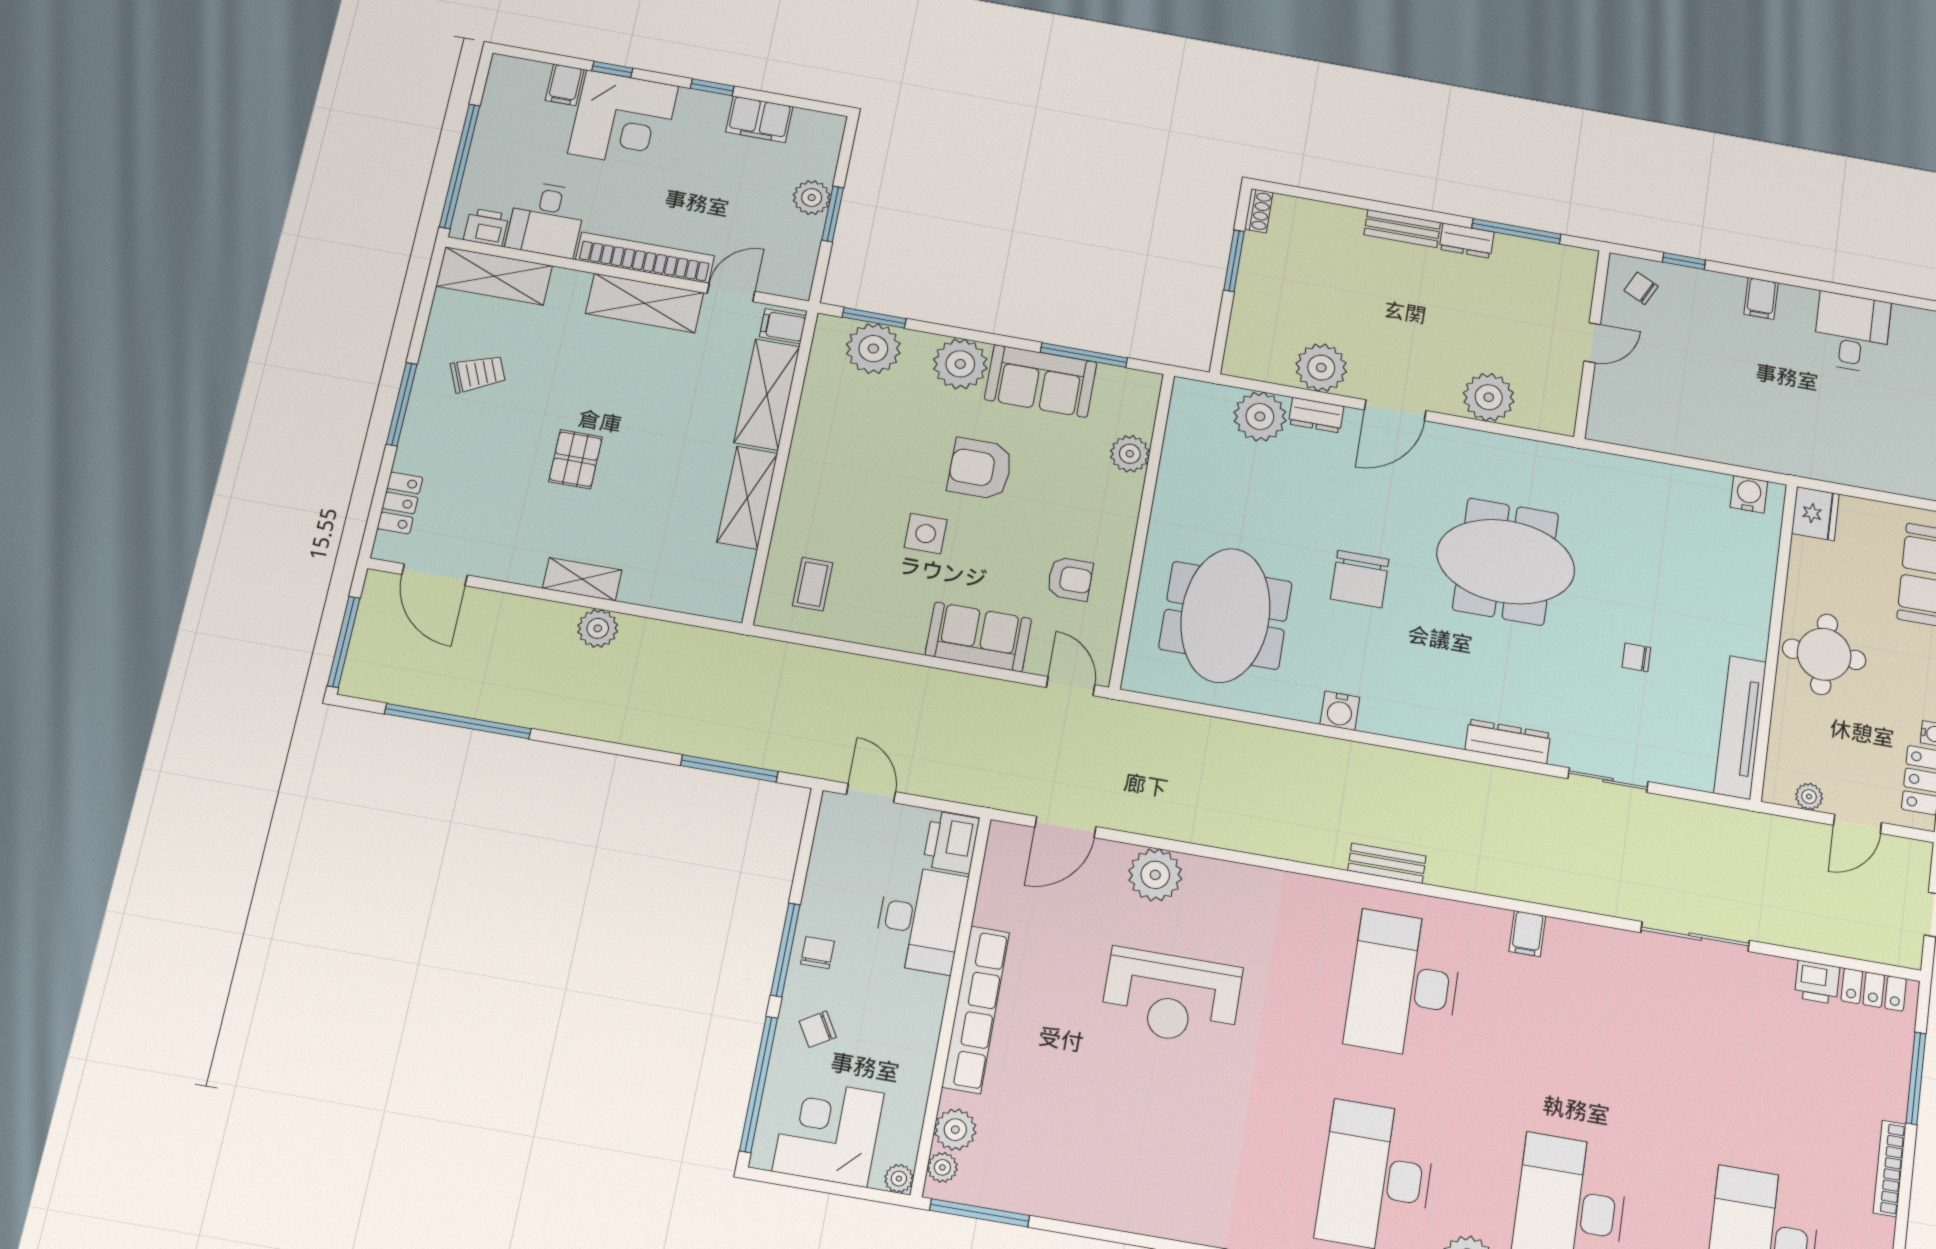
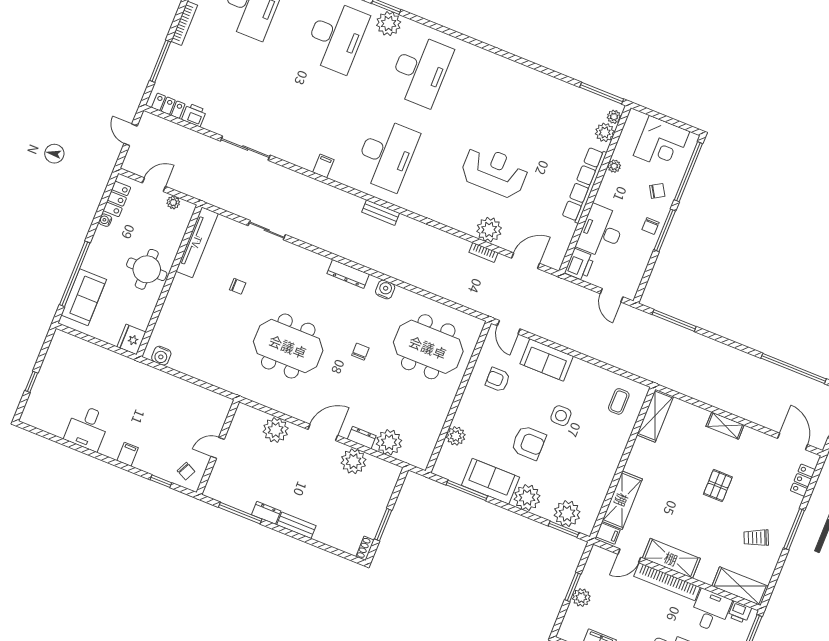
shelving: (747, 498) -> (655, 416), moved
chair: (1360, 579) -> (360, 352), width x0.54, depth x0.54
meeting table: (1225, 615) -> (428, 347), turned 90
plant: (598, 628) -> (722, 400), removed
dresser: (1508, 741) -> (348, 274), moved
bookcase: (1156, 826) -> (483, 252), added
plant: (899, 1179) -> (614, 166), moved

